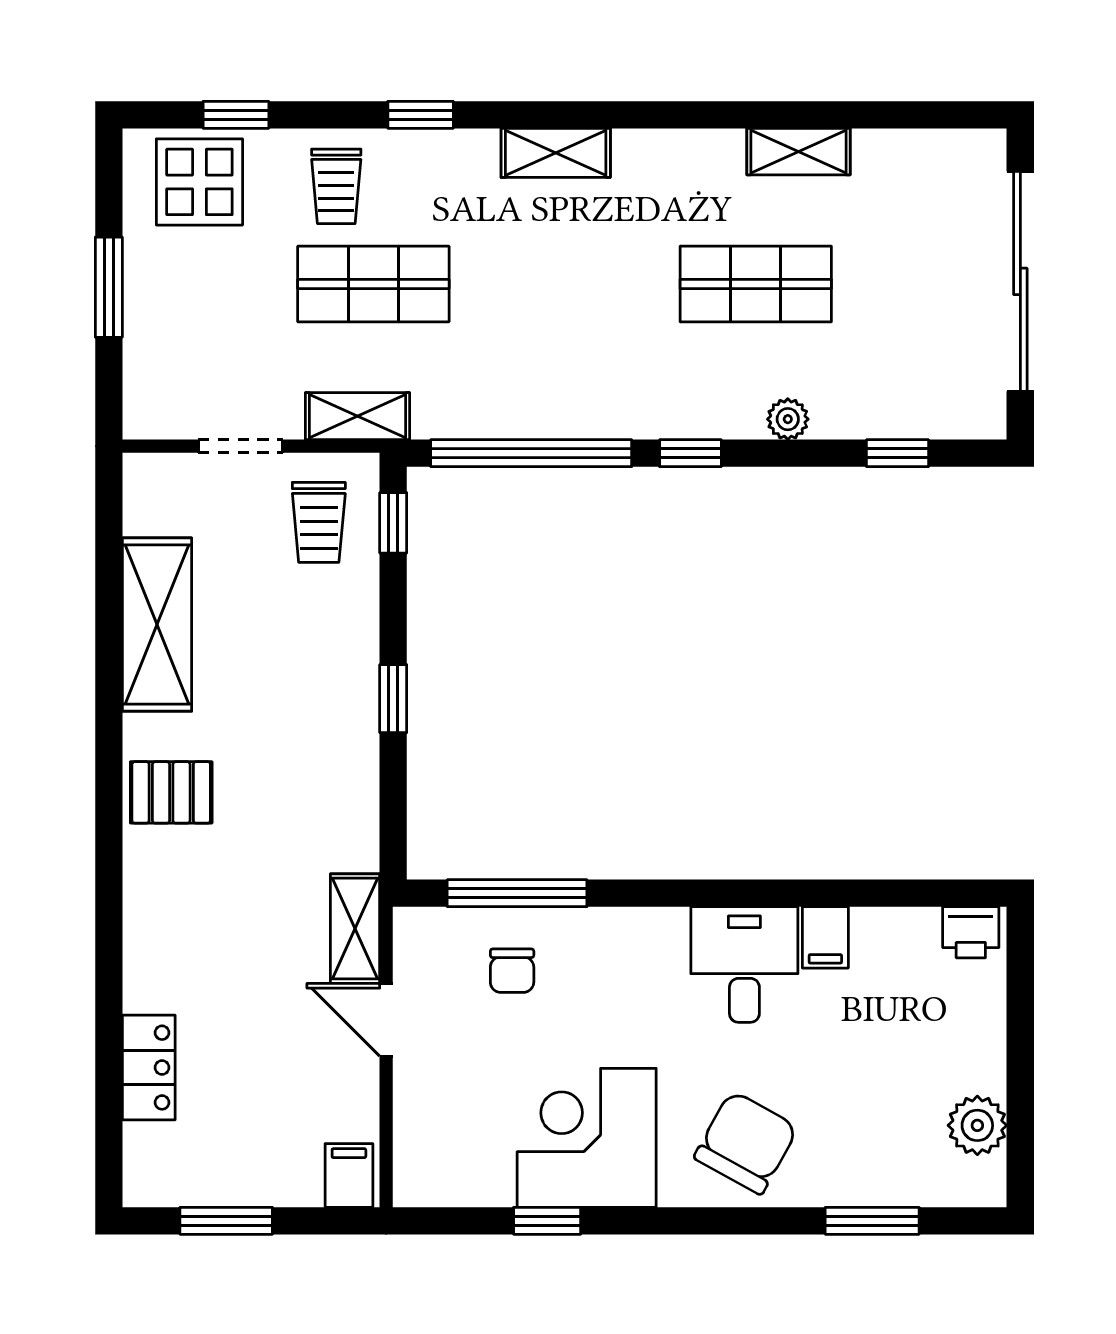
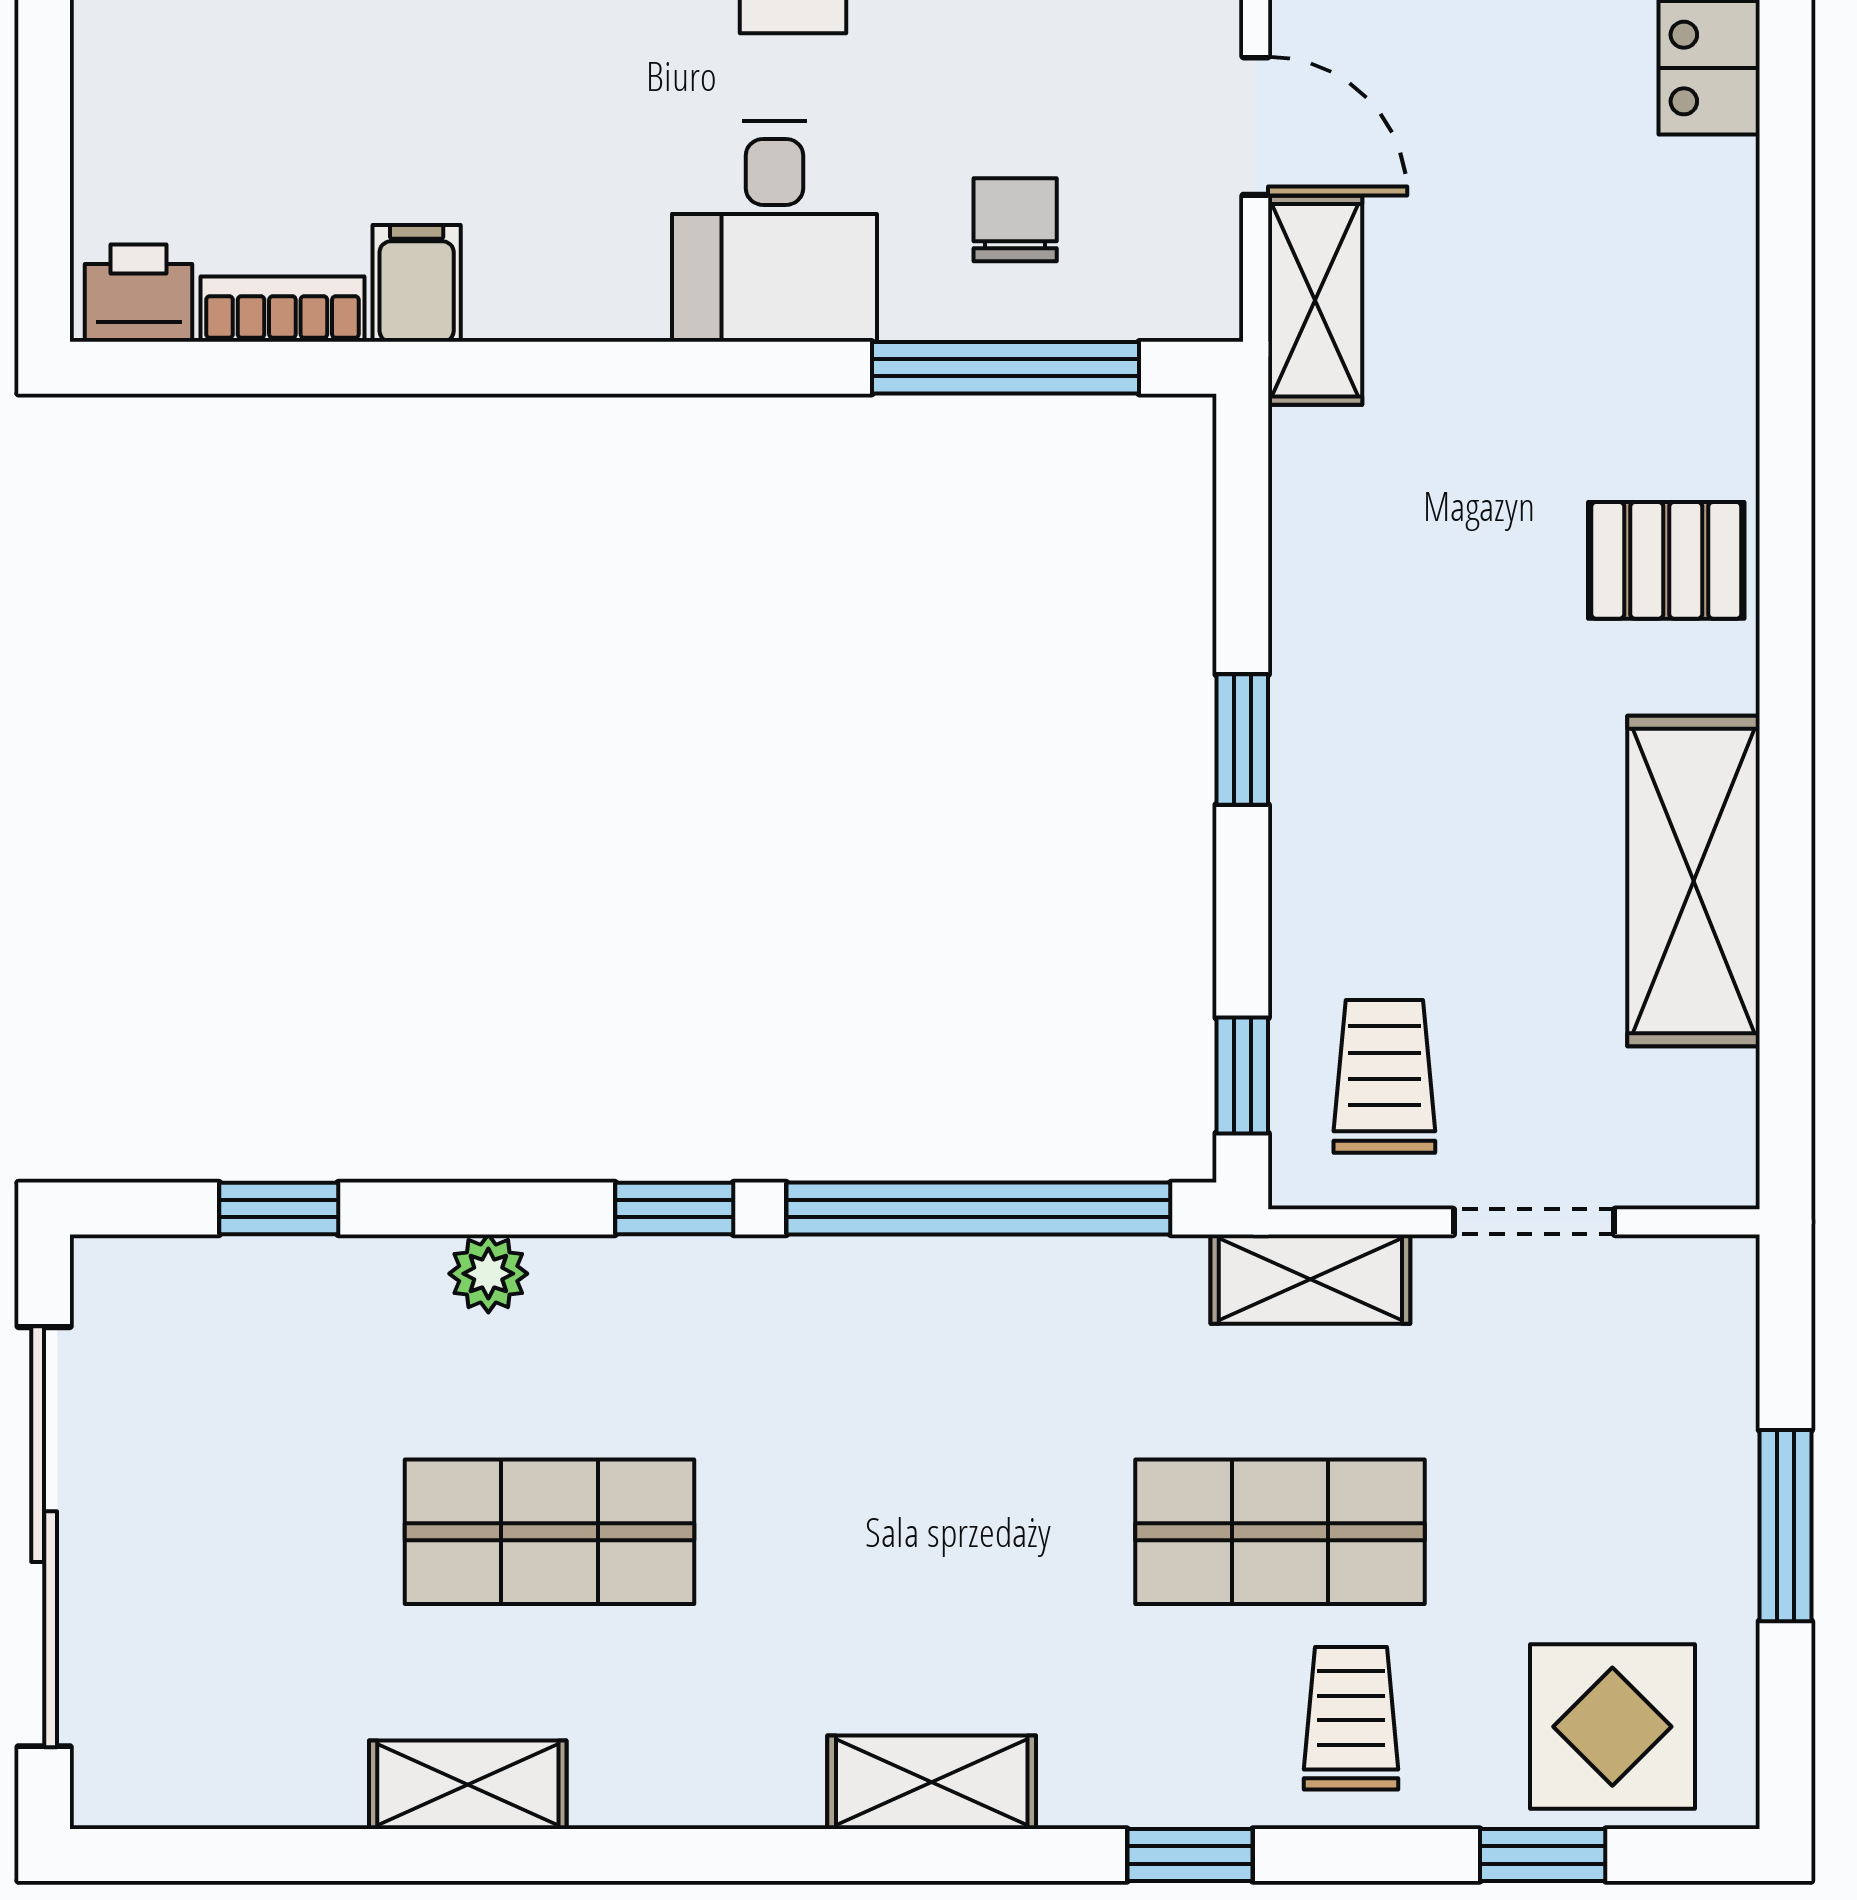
bookcase: (896, 924) -> (282, 309), added
desk: (744, 964) -> (775, 232), moved

